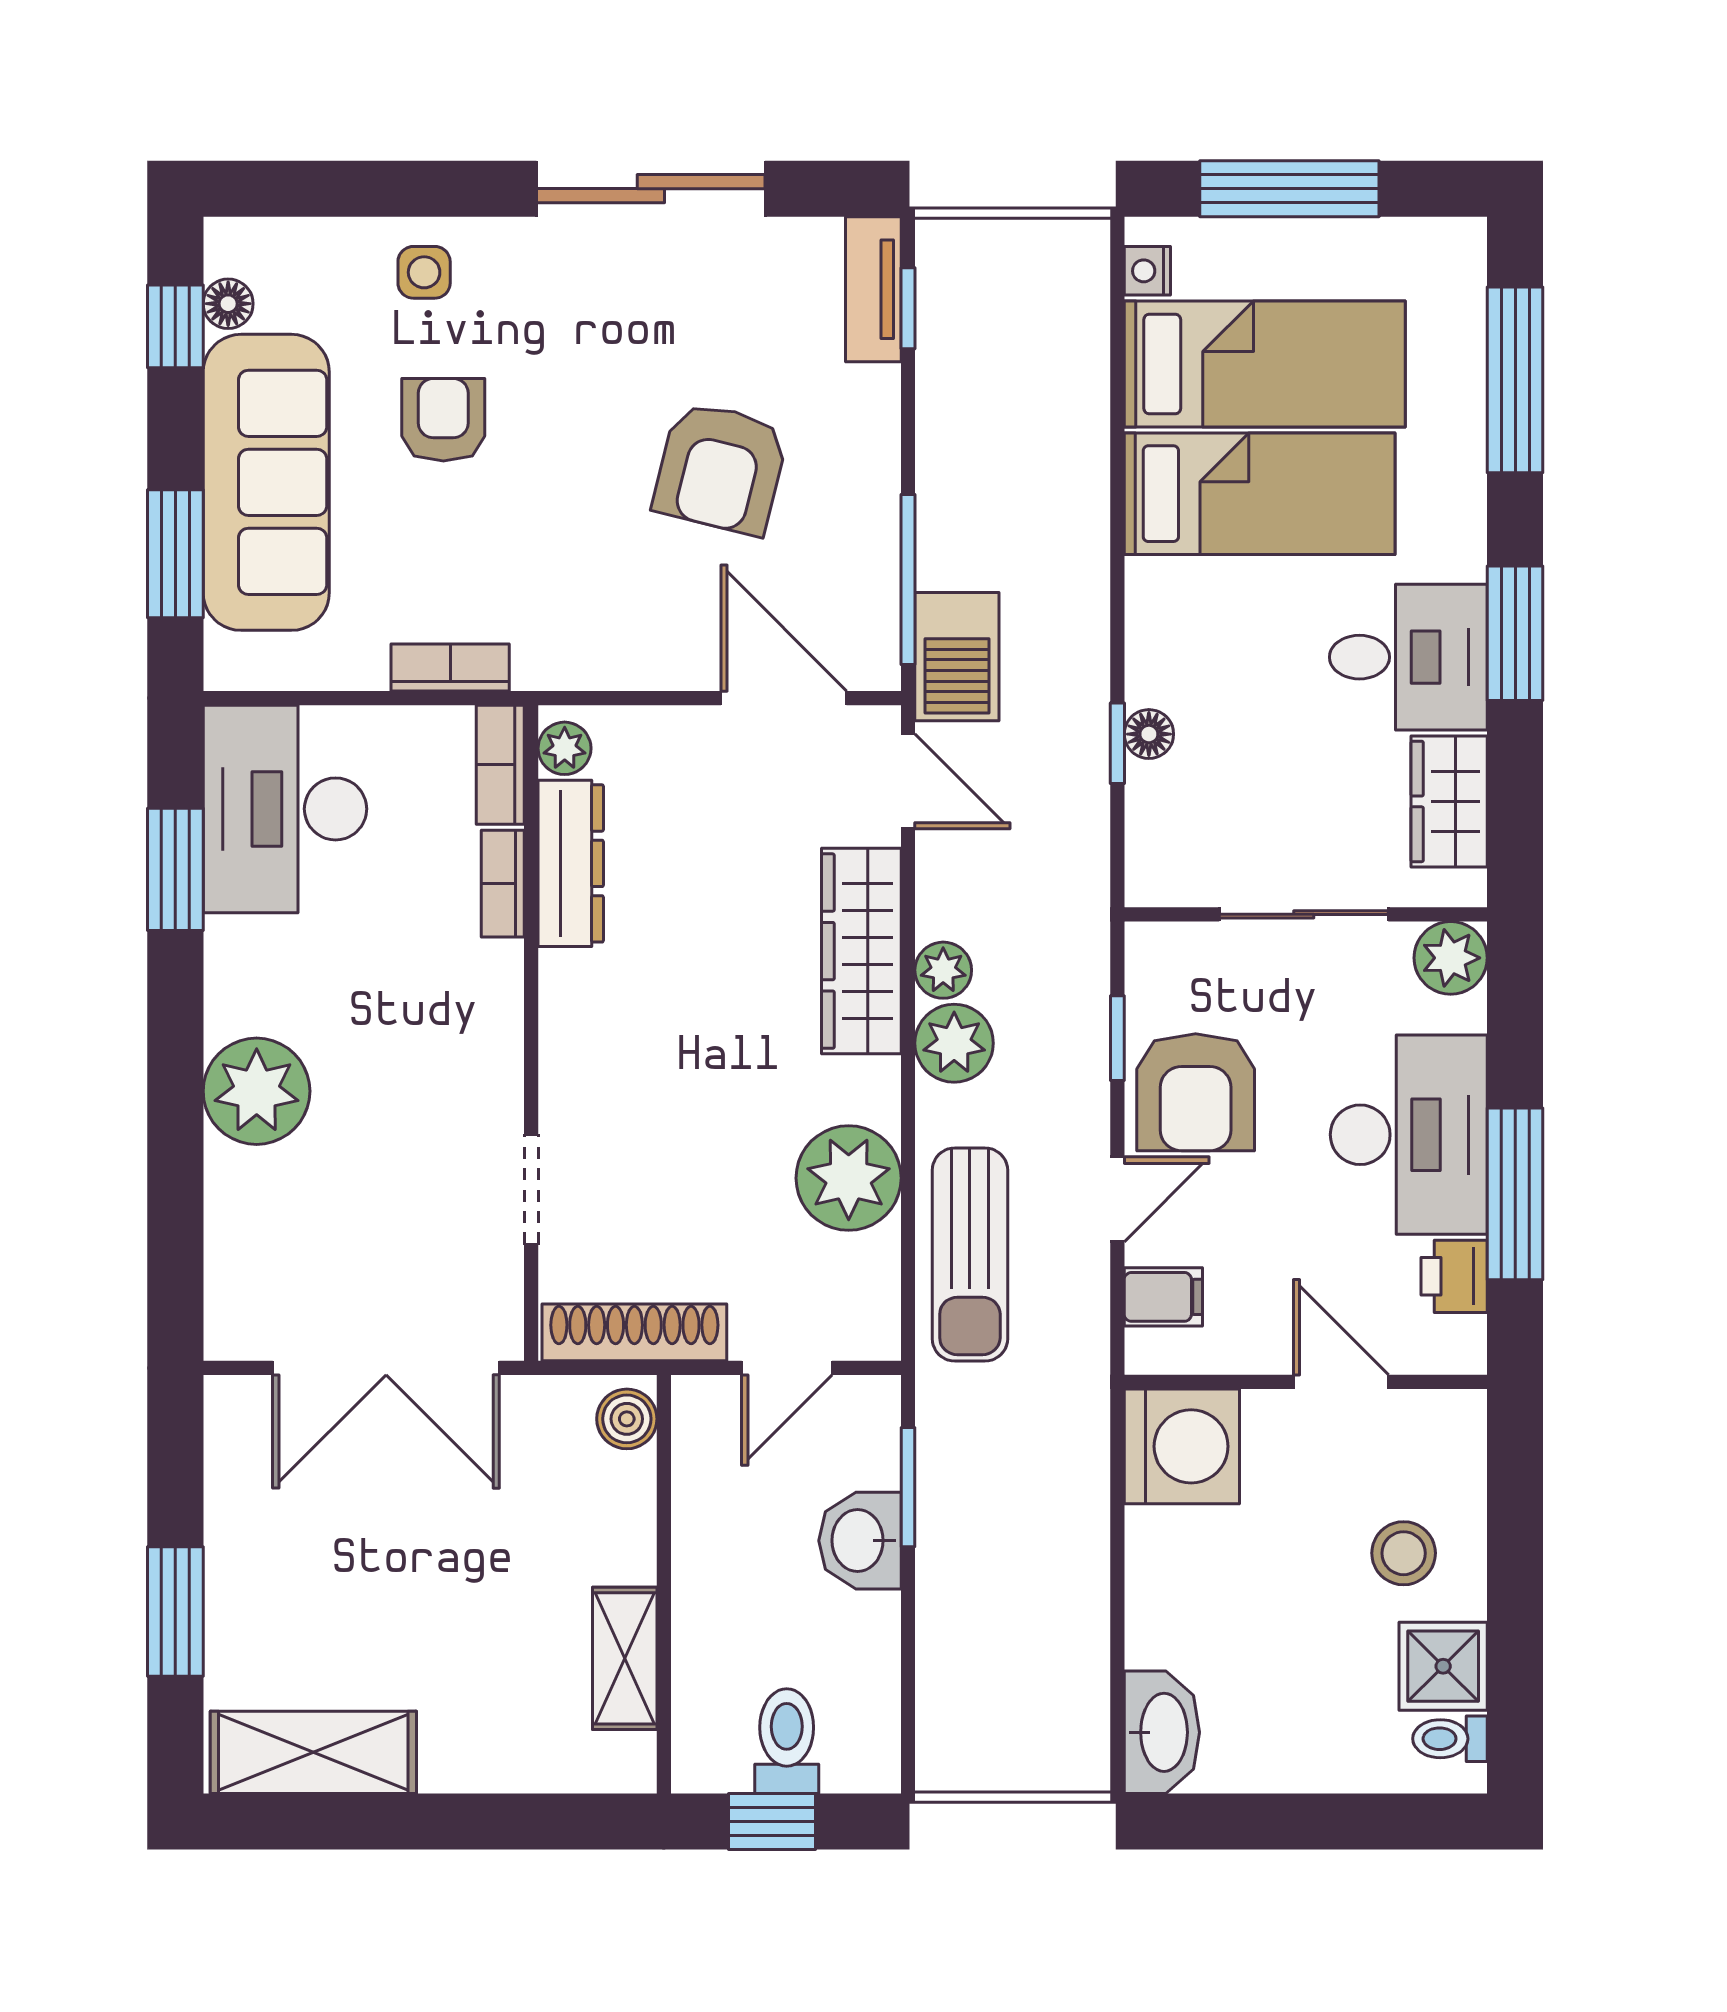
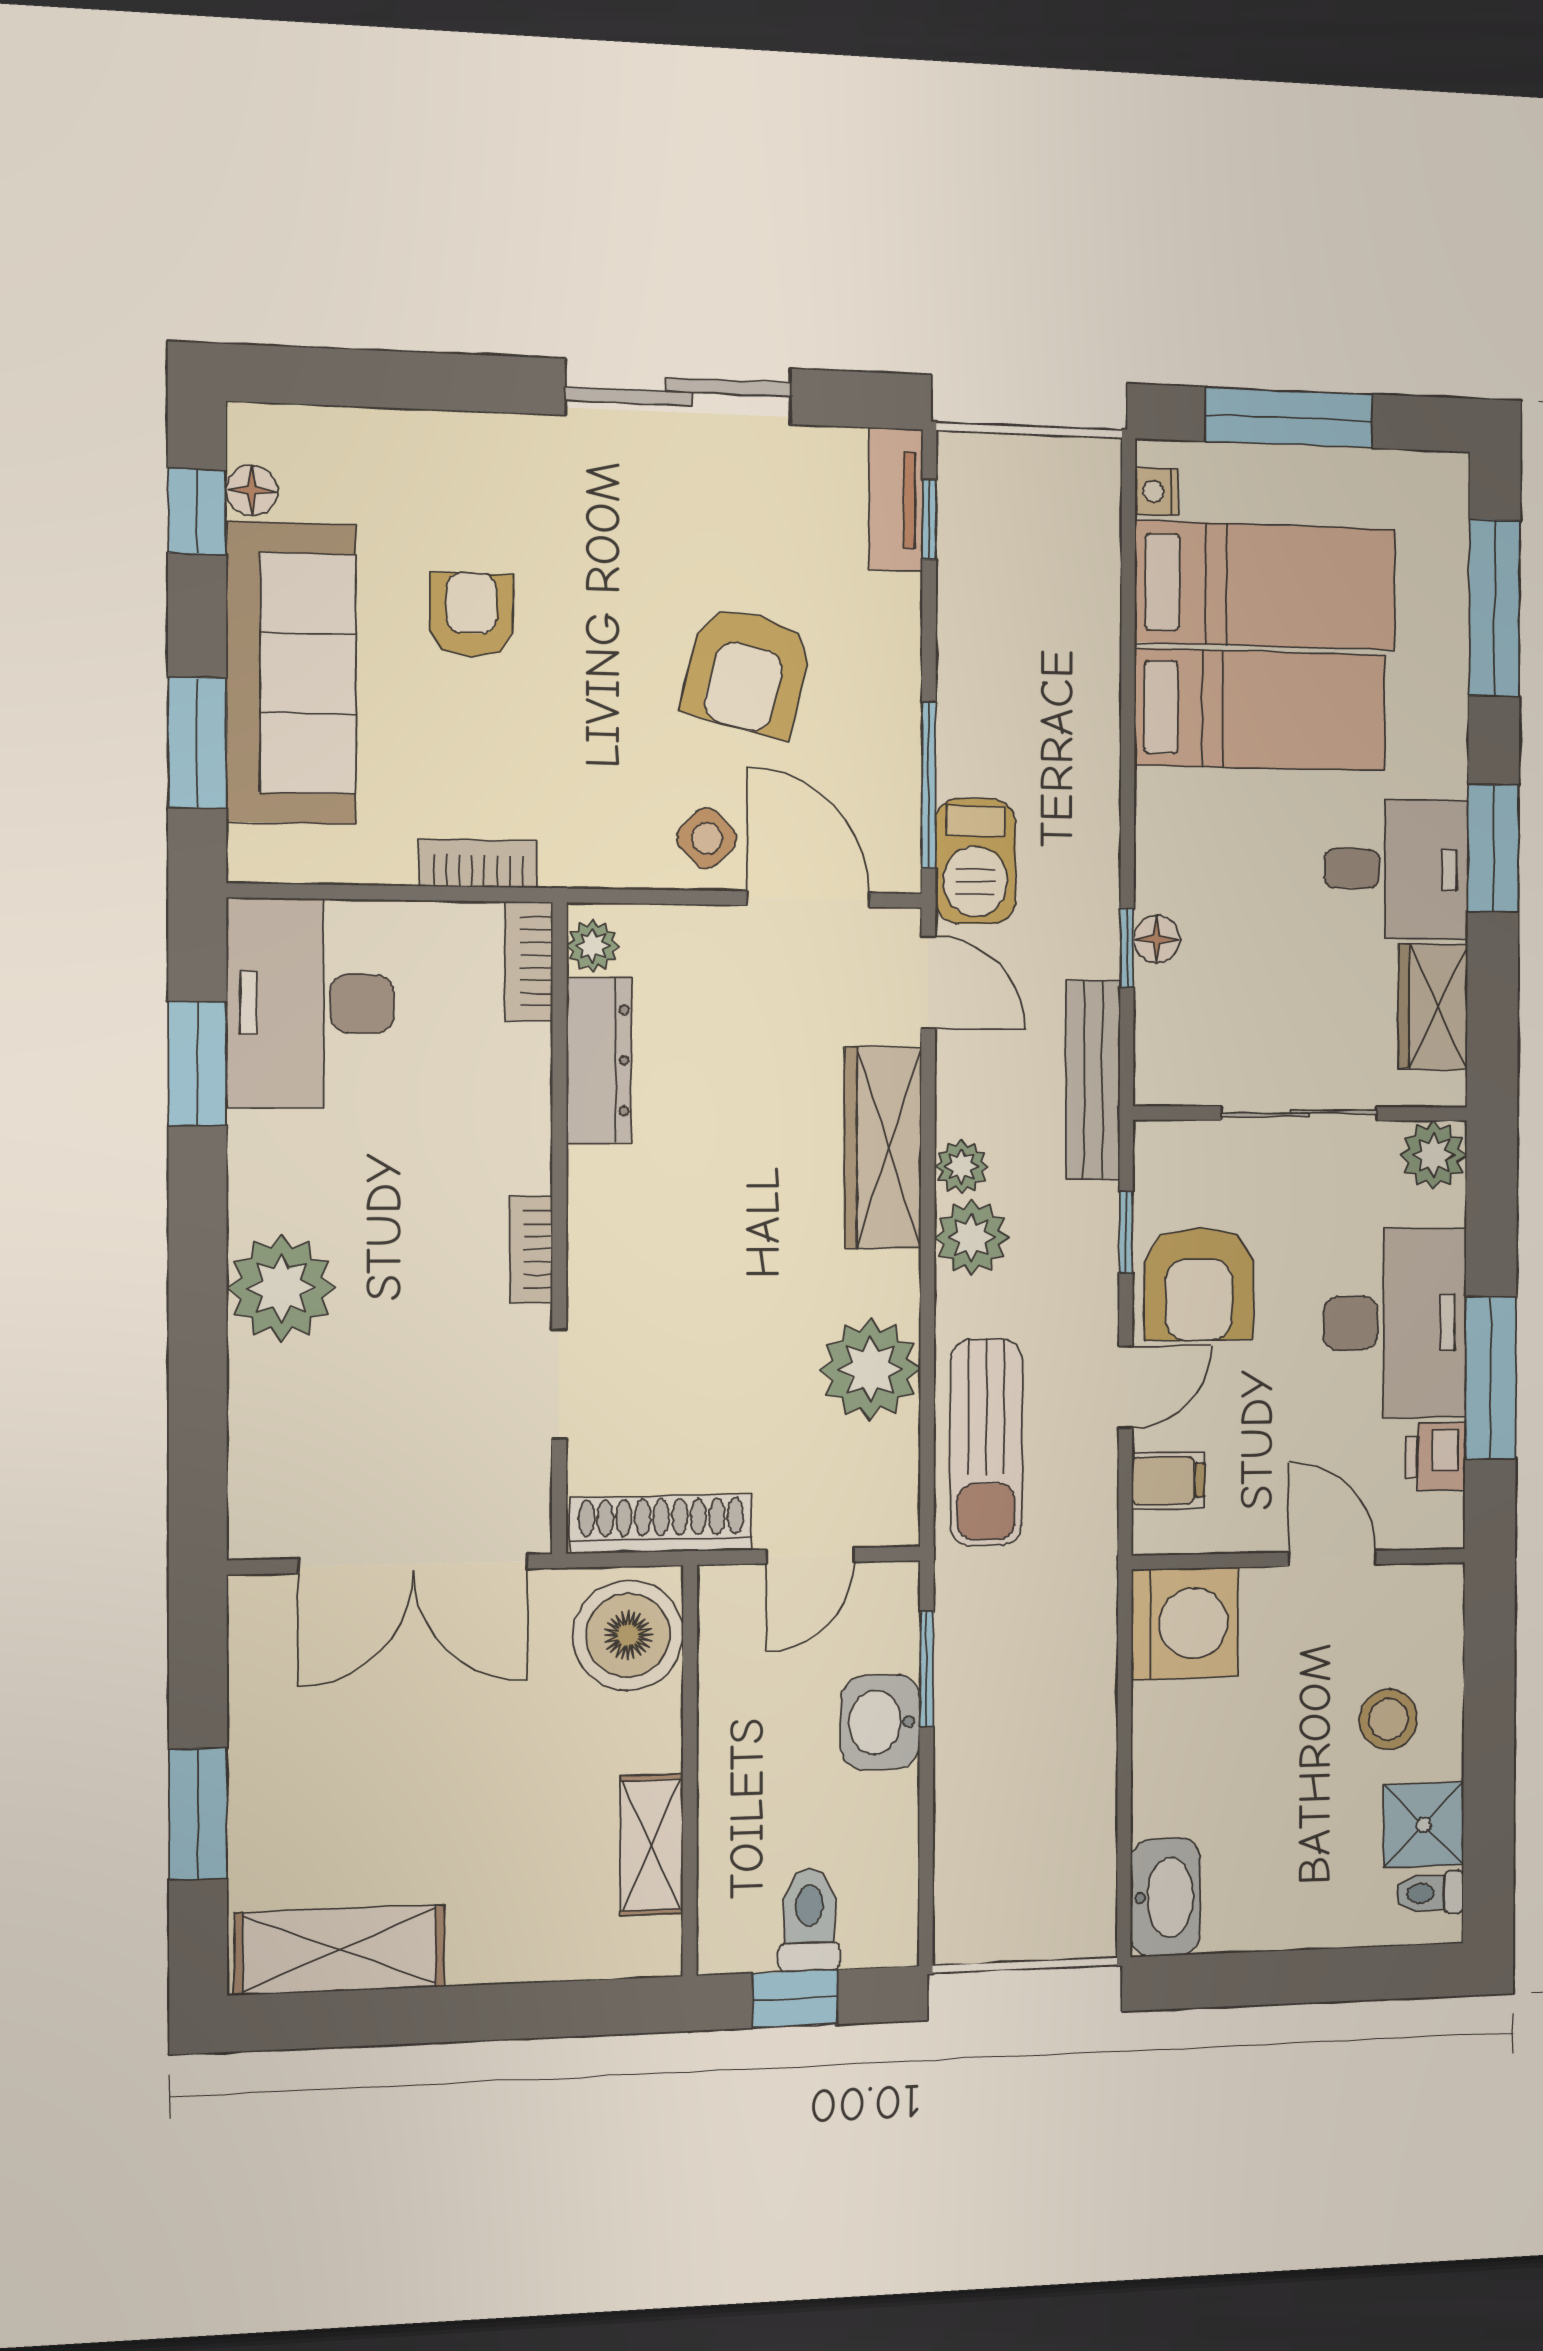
side table: (424, 272) -> (707, 838), moved, turned 45
bench: (1082, 881) -> (1093, 1080), added
bookcase: (503, 884) -> (531, 1249), moved
boiler: (627, 1419) -> (628, 1635), width x1.86, depth x1.86

